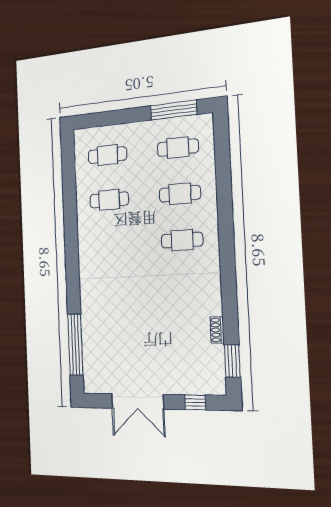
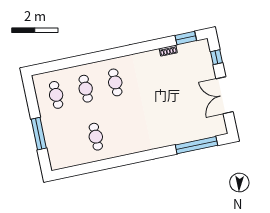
window: (174, 110) -> (39, 134), moved
cafe table: (107, 155) -> (66, 143), removed
double door: (137, 401) -> (225, 95), swing flipped

